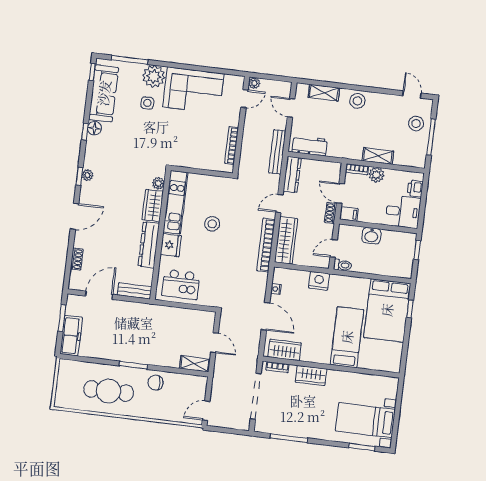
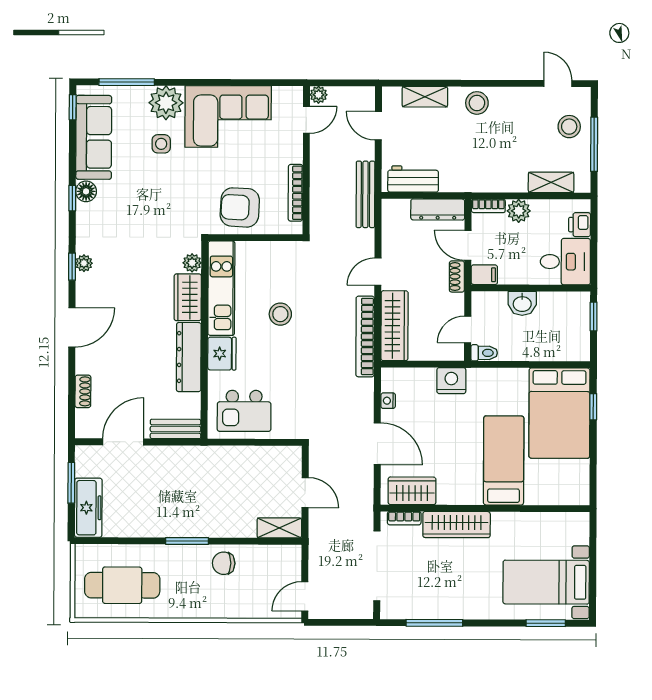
armchair: (194, 151) -> (240, 207), added
shelving: (378, 156) -> (551, 182), moved
dresser: (292, 175) -> (438, 209), moved, turned 90
wardrobe: (311, 375) -> (457, 525), width x1.50
cafe table: (109, 391) -> (122, 585), moved

